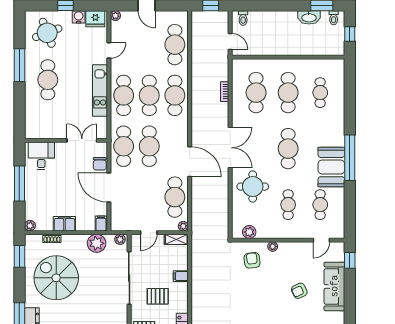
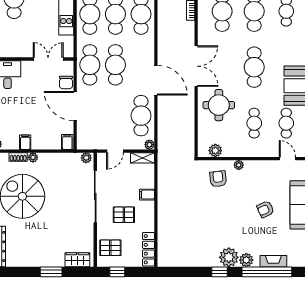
filing cabinet: (64, 224) -> (25, 142), width x0.50
door: (321, 240) -> (287, 159), swing flipped
plant: (97, 243) -> (33, 157), moved, width x0.53, depth x0.53

